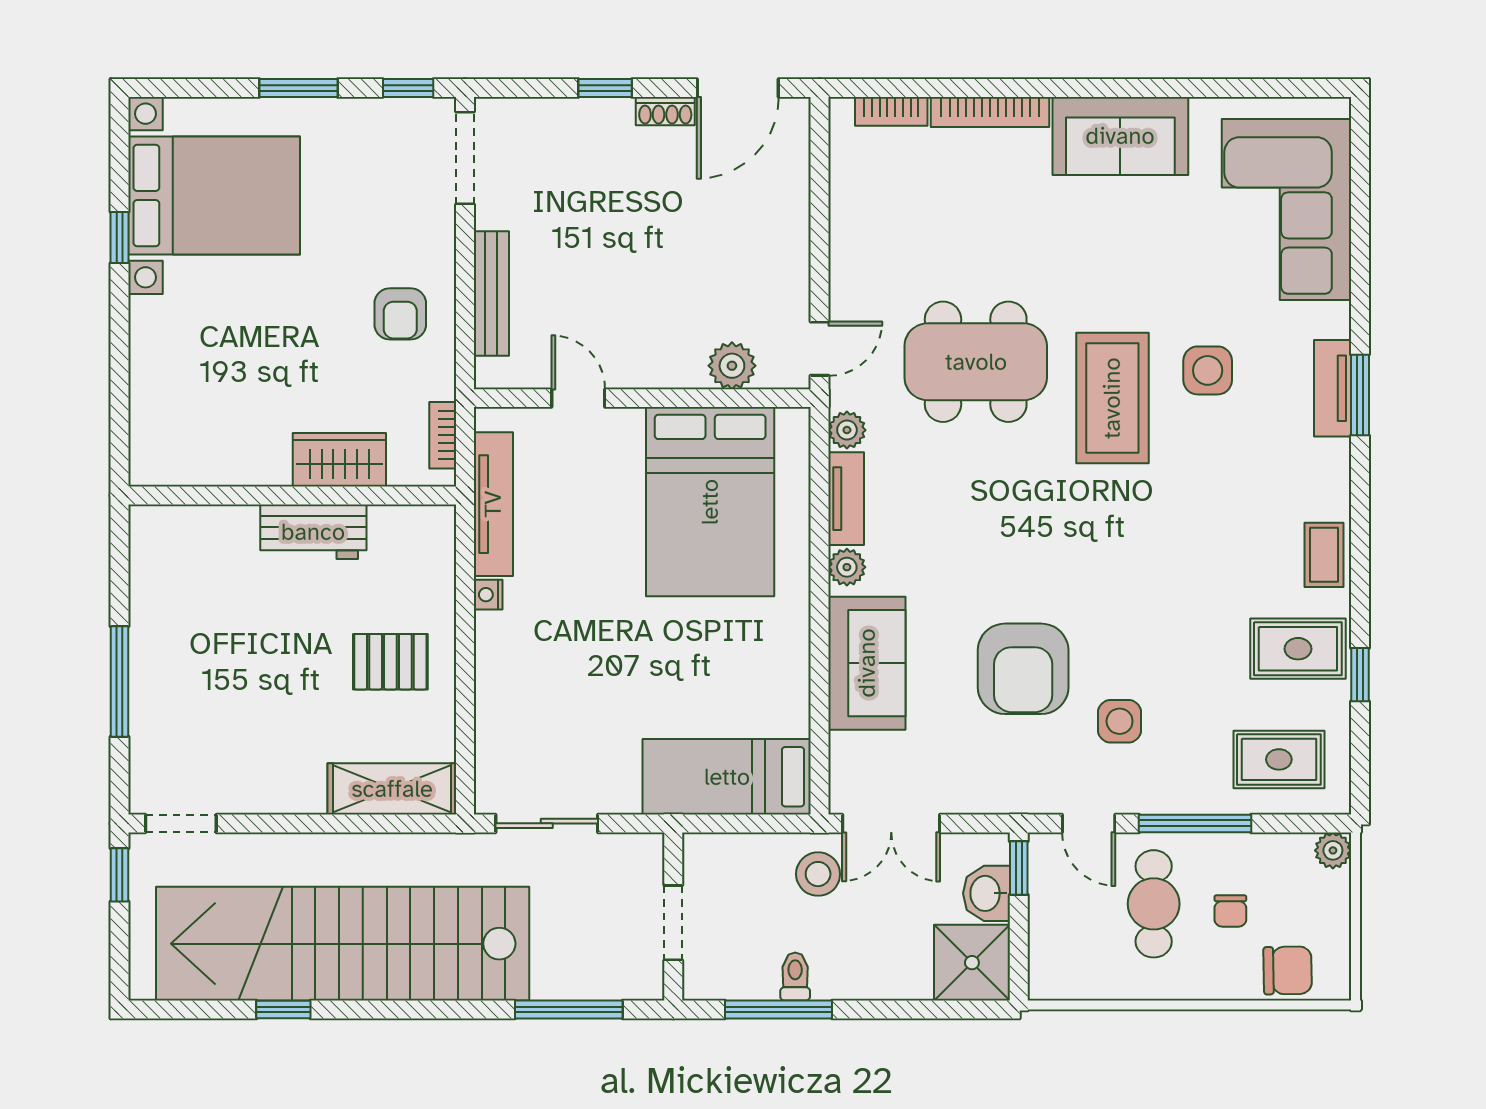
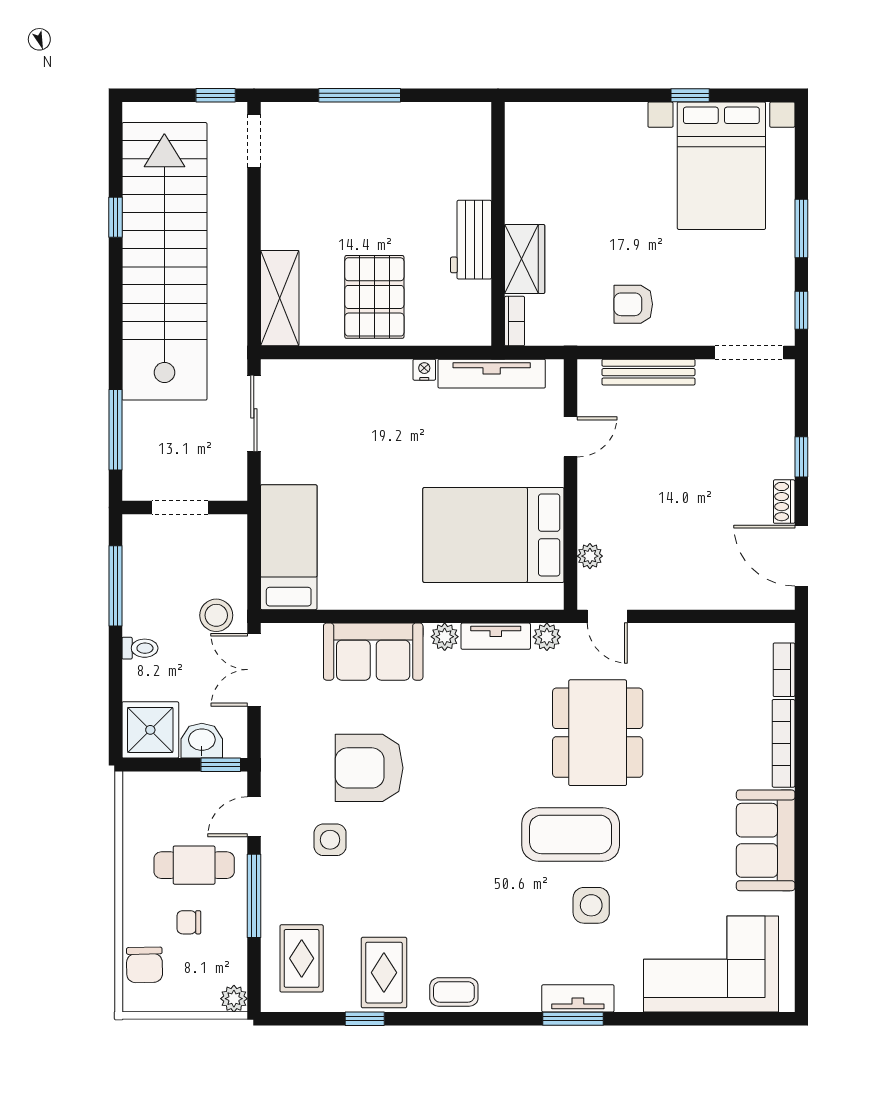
plant: (732, 366) -> (590, 556), width x0.73, depth x0.73
bookcase: (443, 435) -> (515, 321), moved, turned 90
pallet: (390, 662) -> (374, 297), width x1.50, depth x1.42
toilet: (795, 977) -> (140, 648), moved

